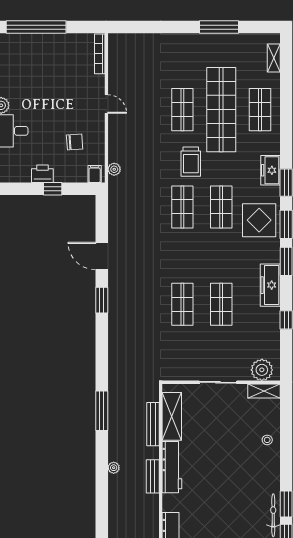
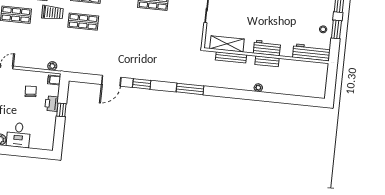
printer: (42, 174) -> (52, 104), moved
shop shelf: (182, 304) -> (150, 29), removed
window: (102, 411) -> (190, 89), moved
workbench: (172, 467) -> (267, 48), width x0.73

